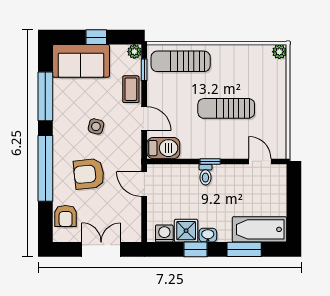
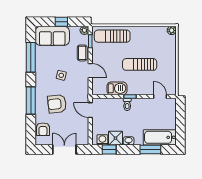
barbecue: (163, 148) -> (117, 88), moved
window: (45, 168) -> (31, 101), width x0.68
window: (196, 249) -> (109, 149), moved

